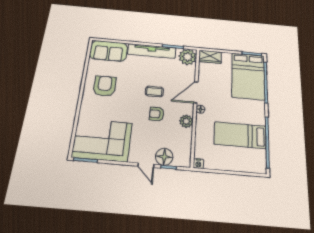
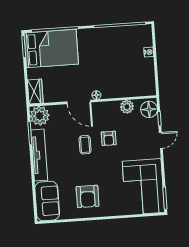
armchair: (105, 86) -> (88, 196), turned -90
plant: (186, 121) -> (127, 107), moved
bed: (240, 135) -> (117, 52), removed
floor lamp: (164, 157) -> (149, 109), moved
nightstand: (198, 164) -> (149, 52), moved

